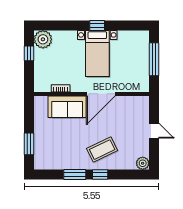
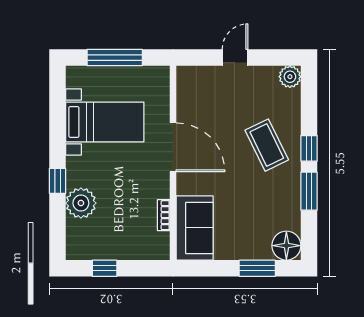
window: (97, 25) -> (57, 181), moved
plant: (43, 39) -> (81, 203), moved
bed with nightstands: (97, 53) -> (105, 122), moved
sofa: (67, 107) -> (195, 228), moved
floor lamp: (42, 161) -> (286, 246), added

